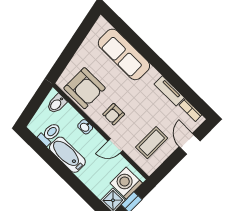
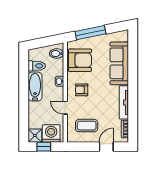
window: (68, 53) -> (90, 33), added
armchair: (85, 88) -> (80, 60), turned -90
tv unit: (169, 91) -> (124, 102), width x1.41

